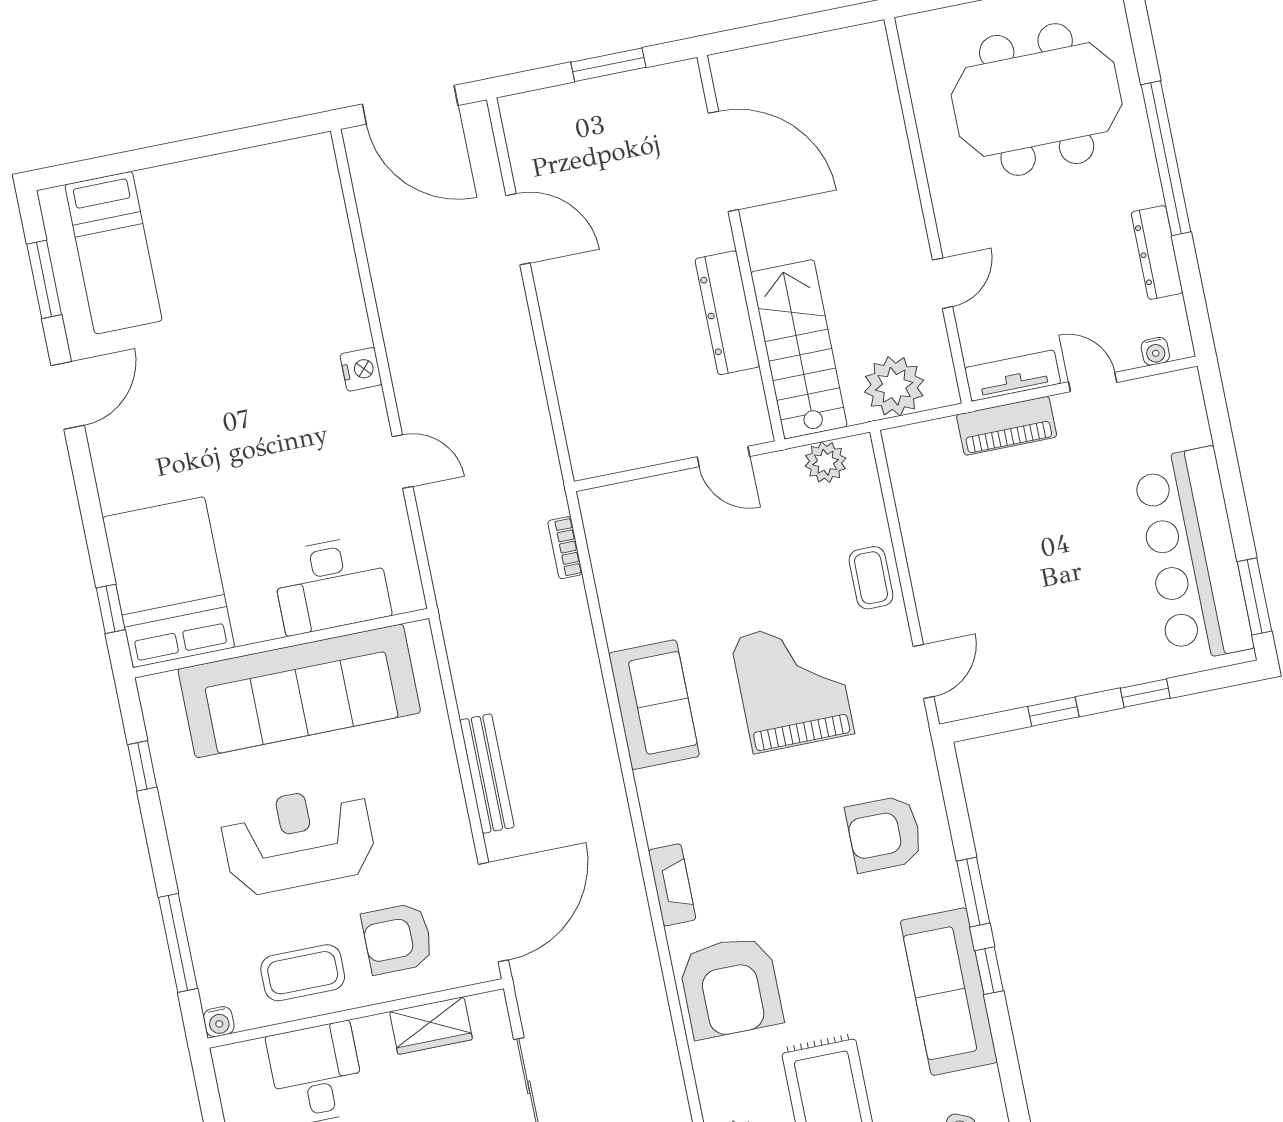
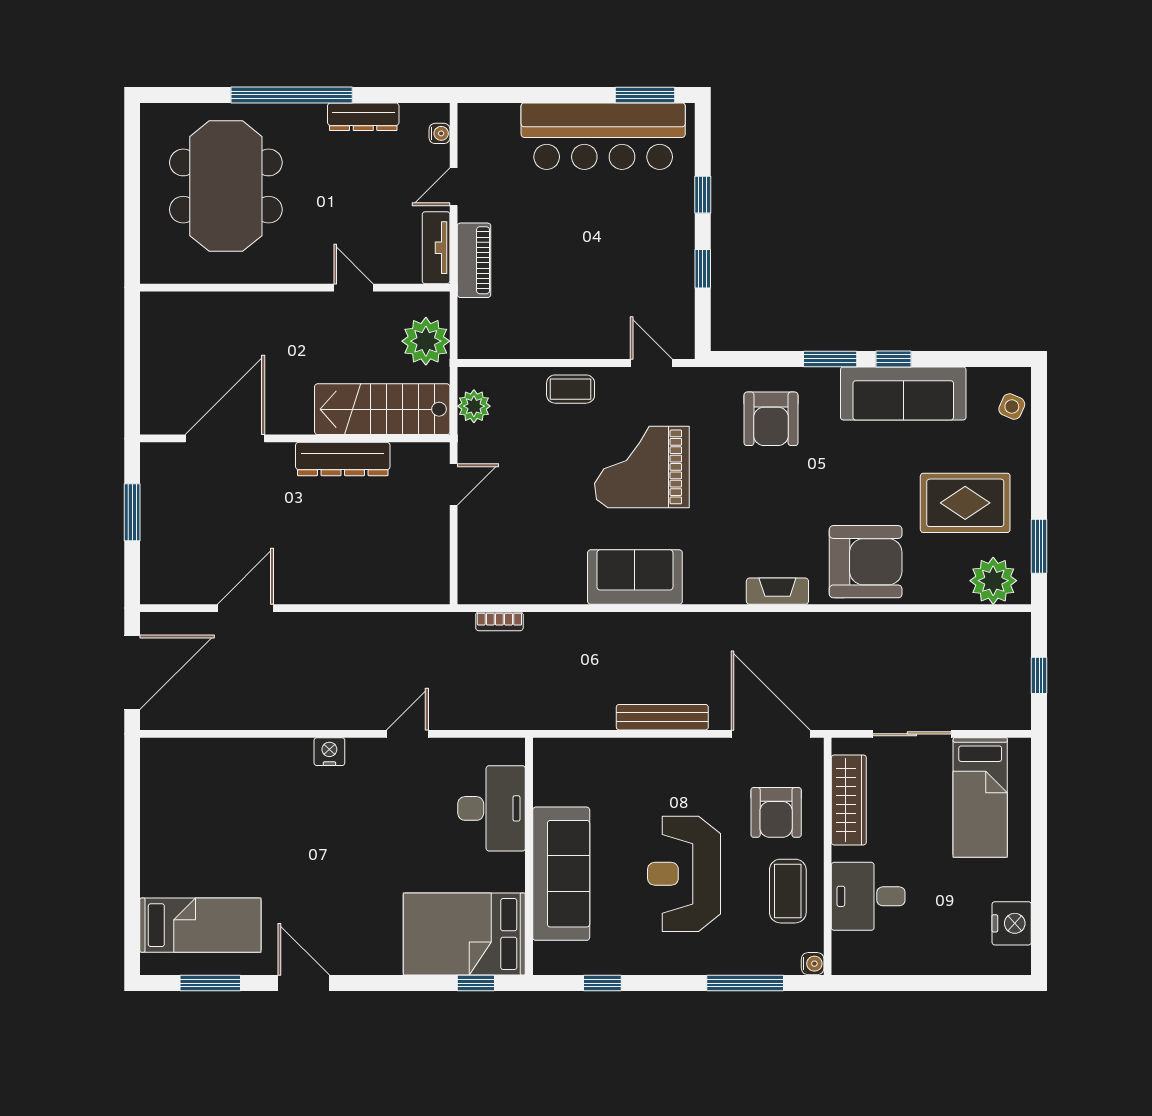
sofa: (299, 691) -> (561, 874), width x0.74, depth x0.79
wardrobe: (431, 1026) -> (849, 800), width x1.50

